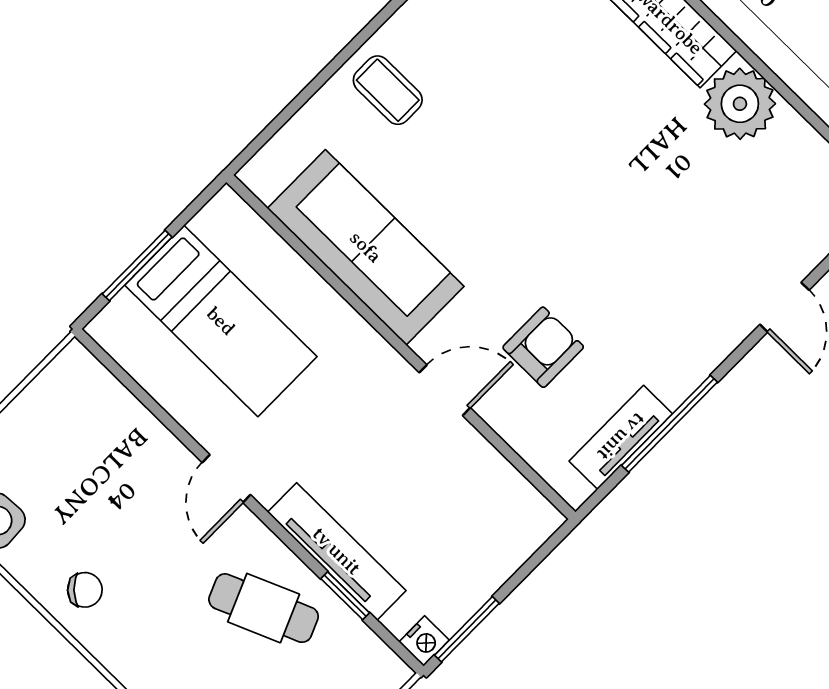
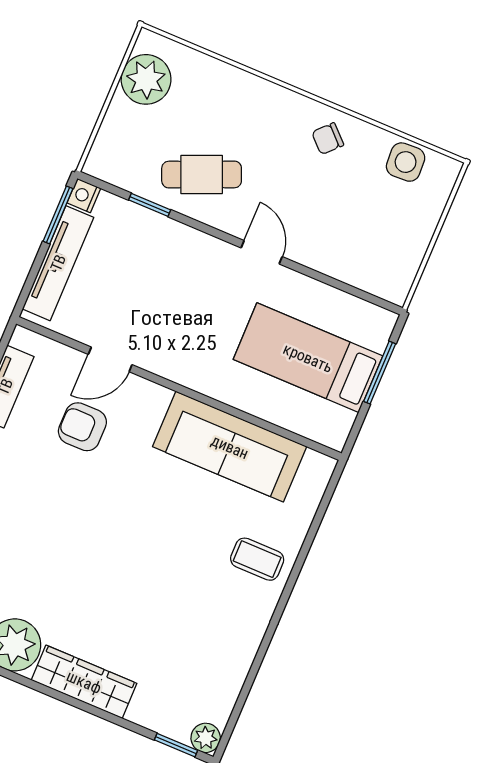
armchair: (543, 347) -> (82, 427), turned 90
door: (445, 390) -> (110, 359), moved
tv unit: (337, 551) -> (58, 263), moved, turned -90

